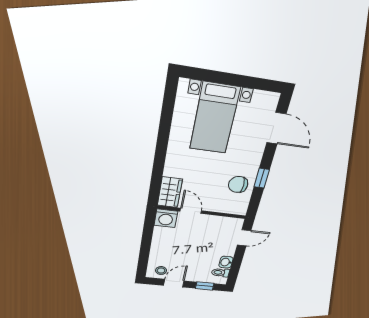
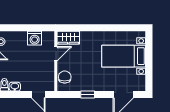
chair: (238, 184) -> (65, 77), moved
washing machine: (166, 218) -> (35, 38), moved, turned -90

